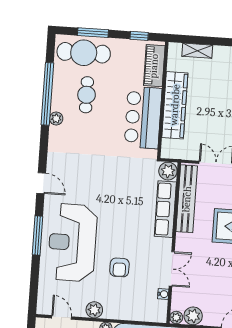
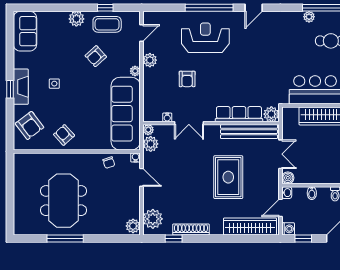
window: (37, 236) -> (209, 8), width x1.46
reception desk: (72, 243) -> (205, 38), width x0.74, depth x0.77
armchair: (119, 267) -> (187, 79), turned -90

